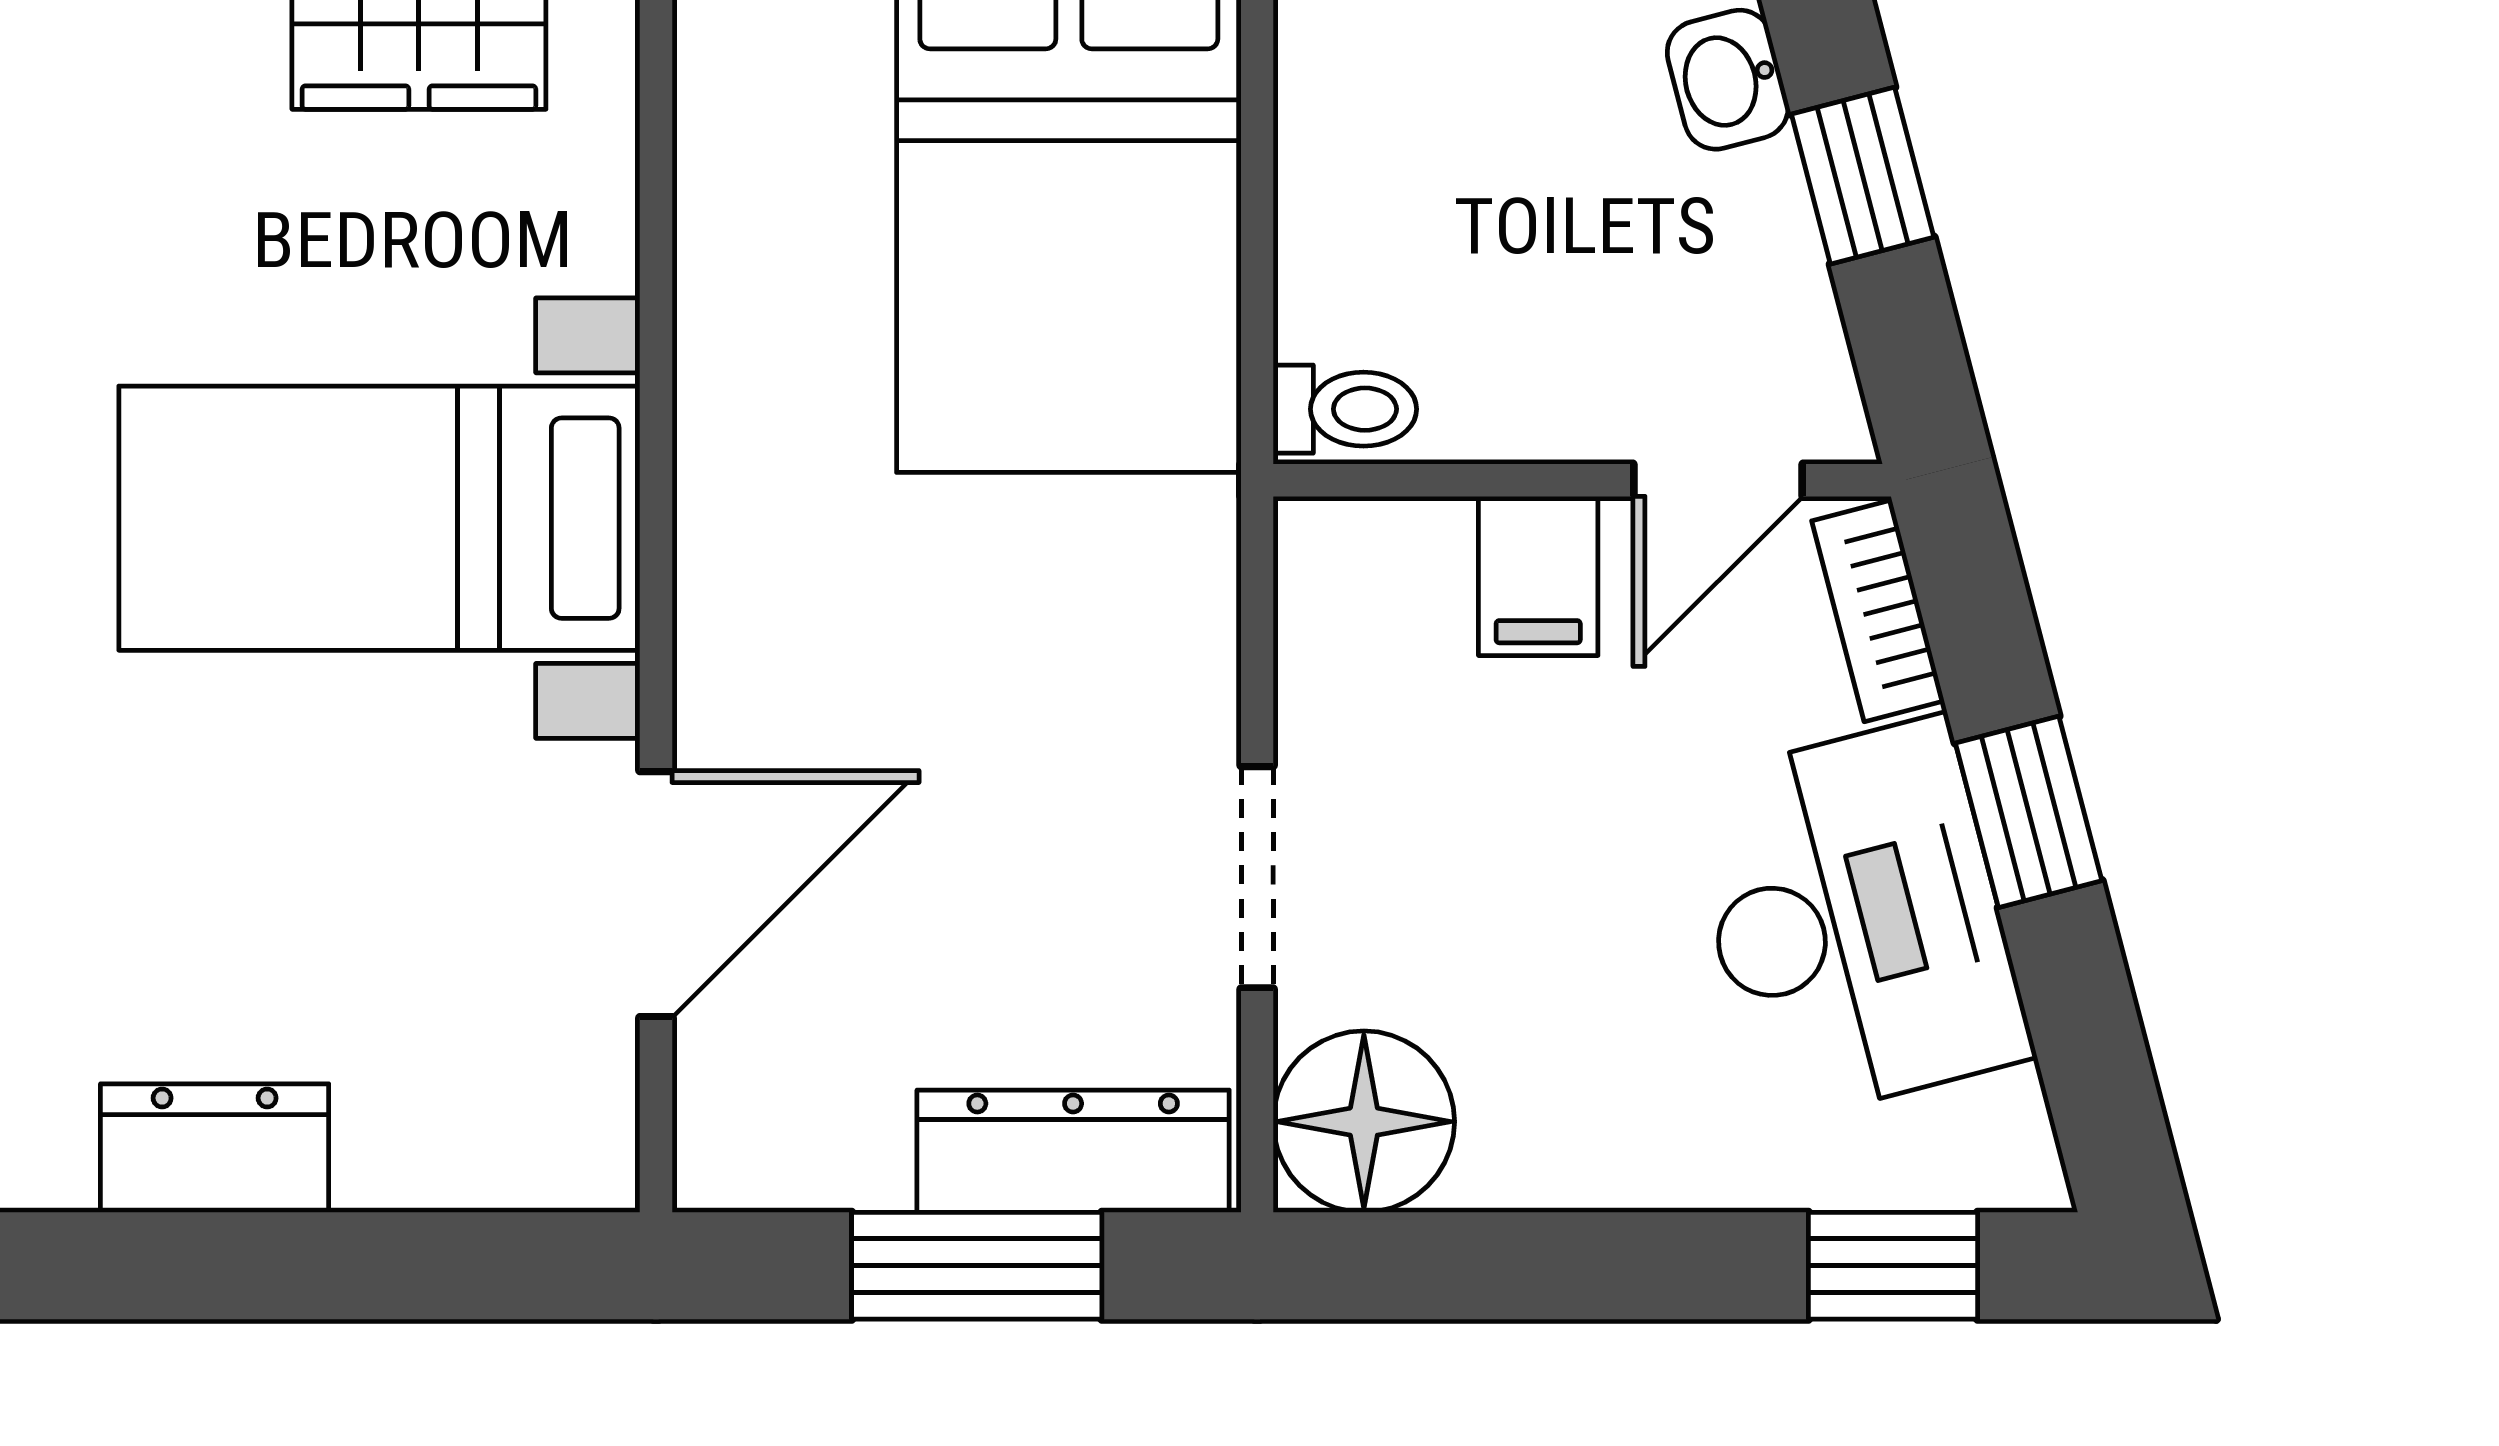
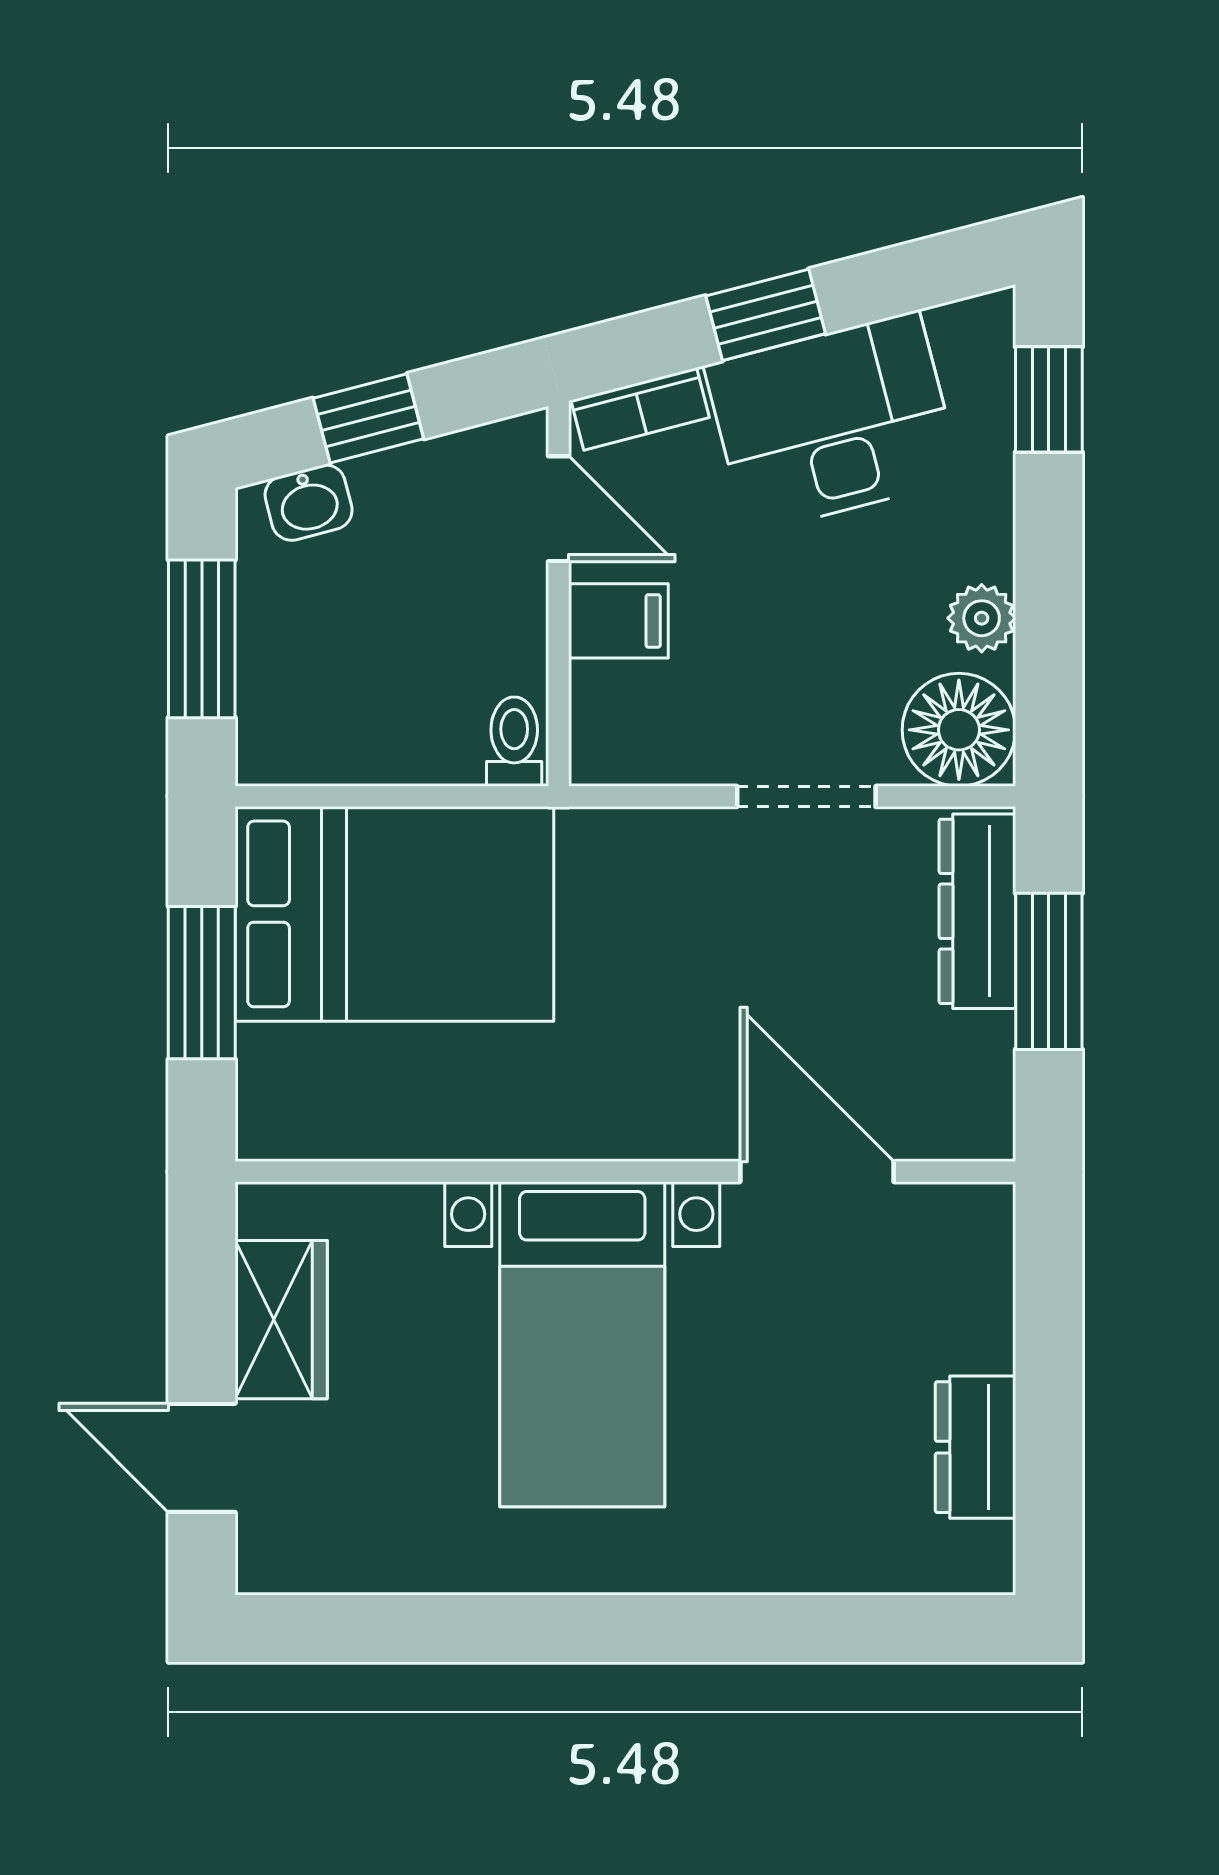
plant: (1543, 1158) -> (982, 618), added

